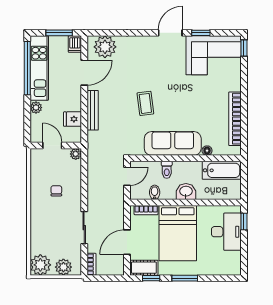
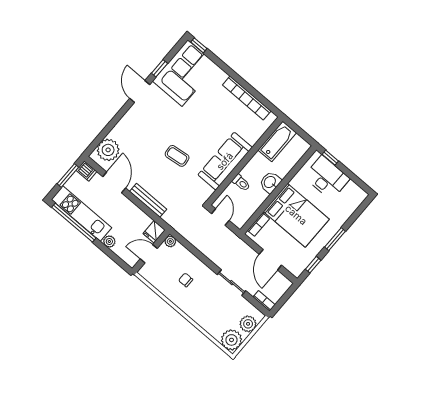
fridge: (73, 119) -> (154, 232), moved
floor lamp: (207, 151) -> (253, 140), removed
bidet: (155, 192) -> (250, 207), removed
cot: (144, 268) -> (301, 263), removed

